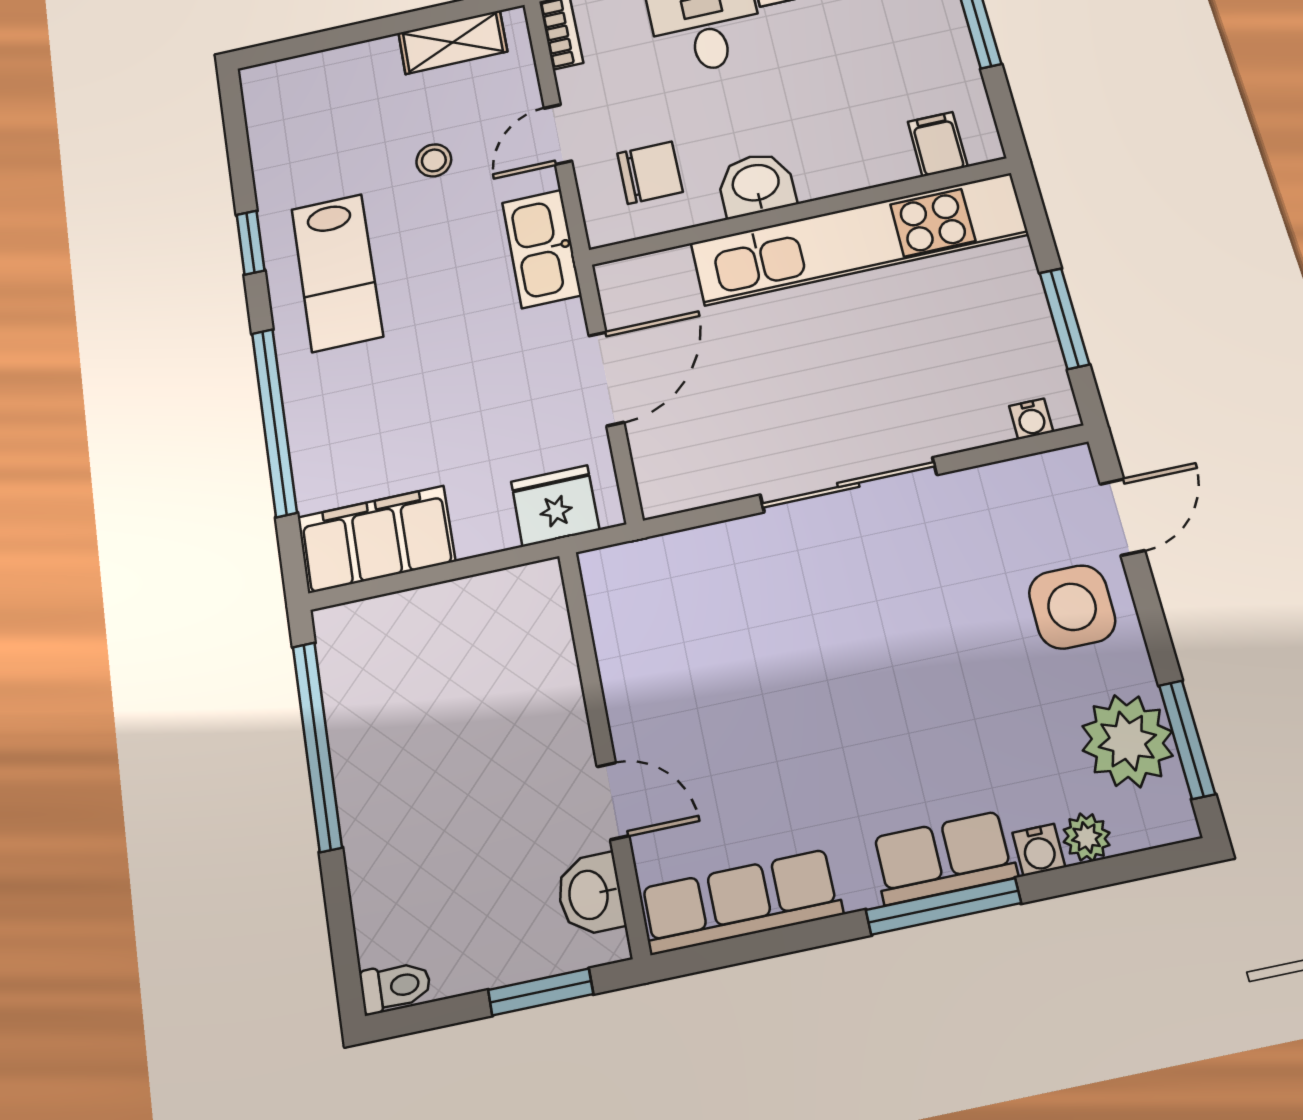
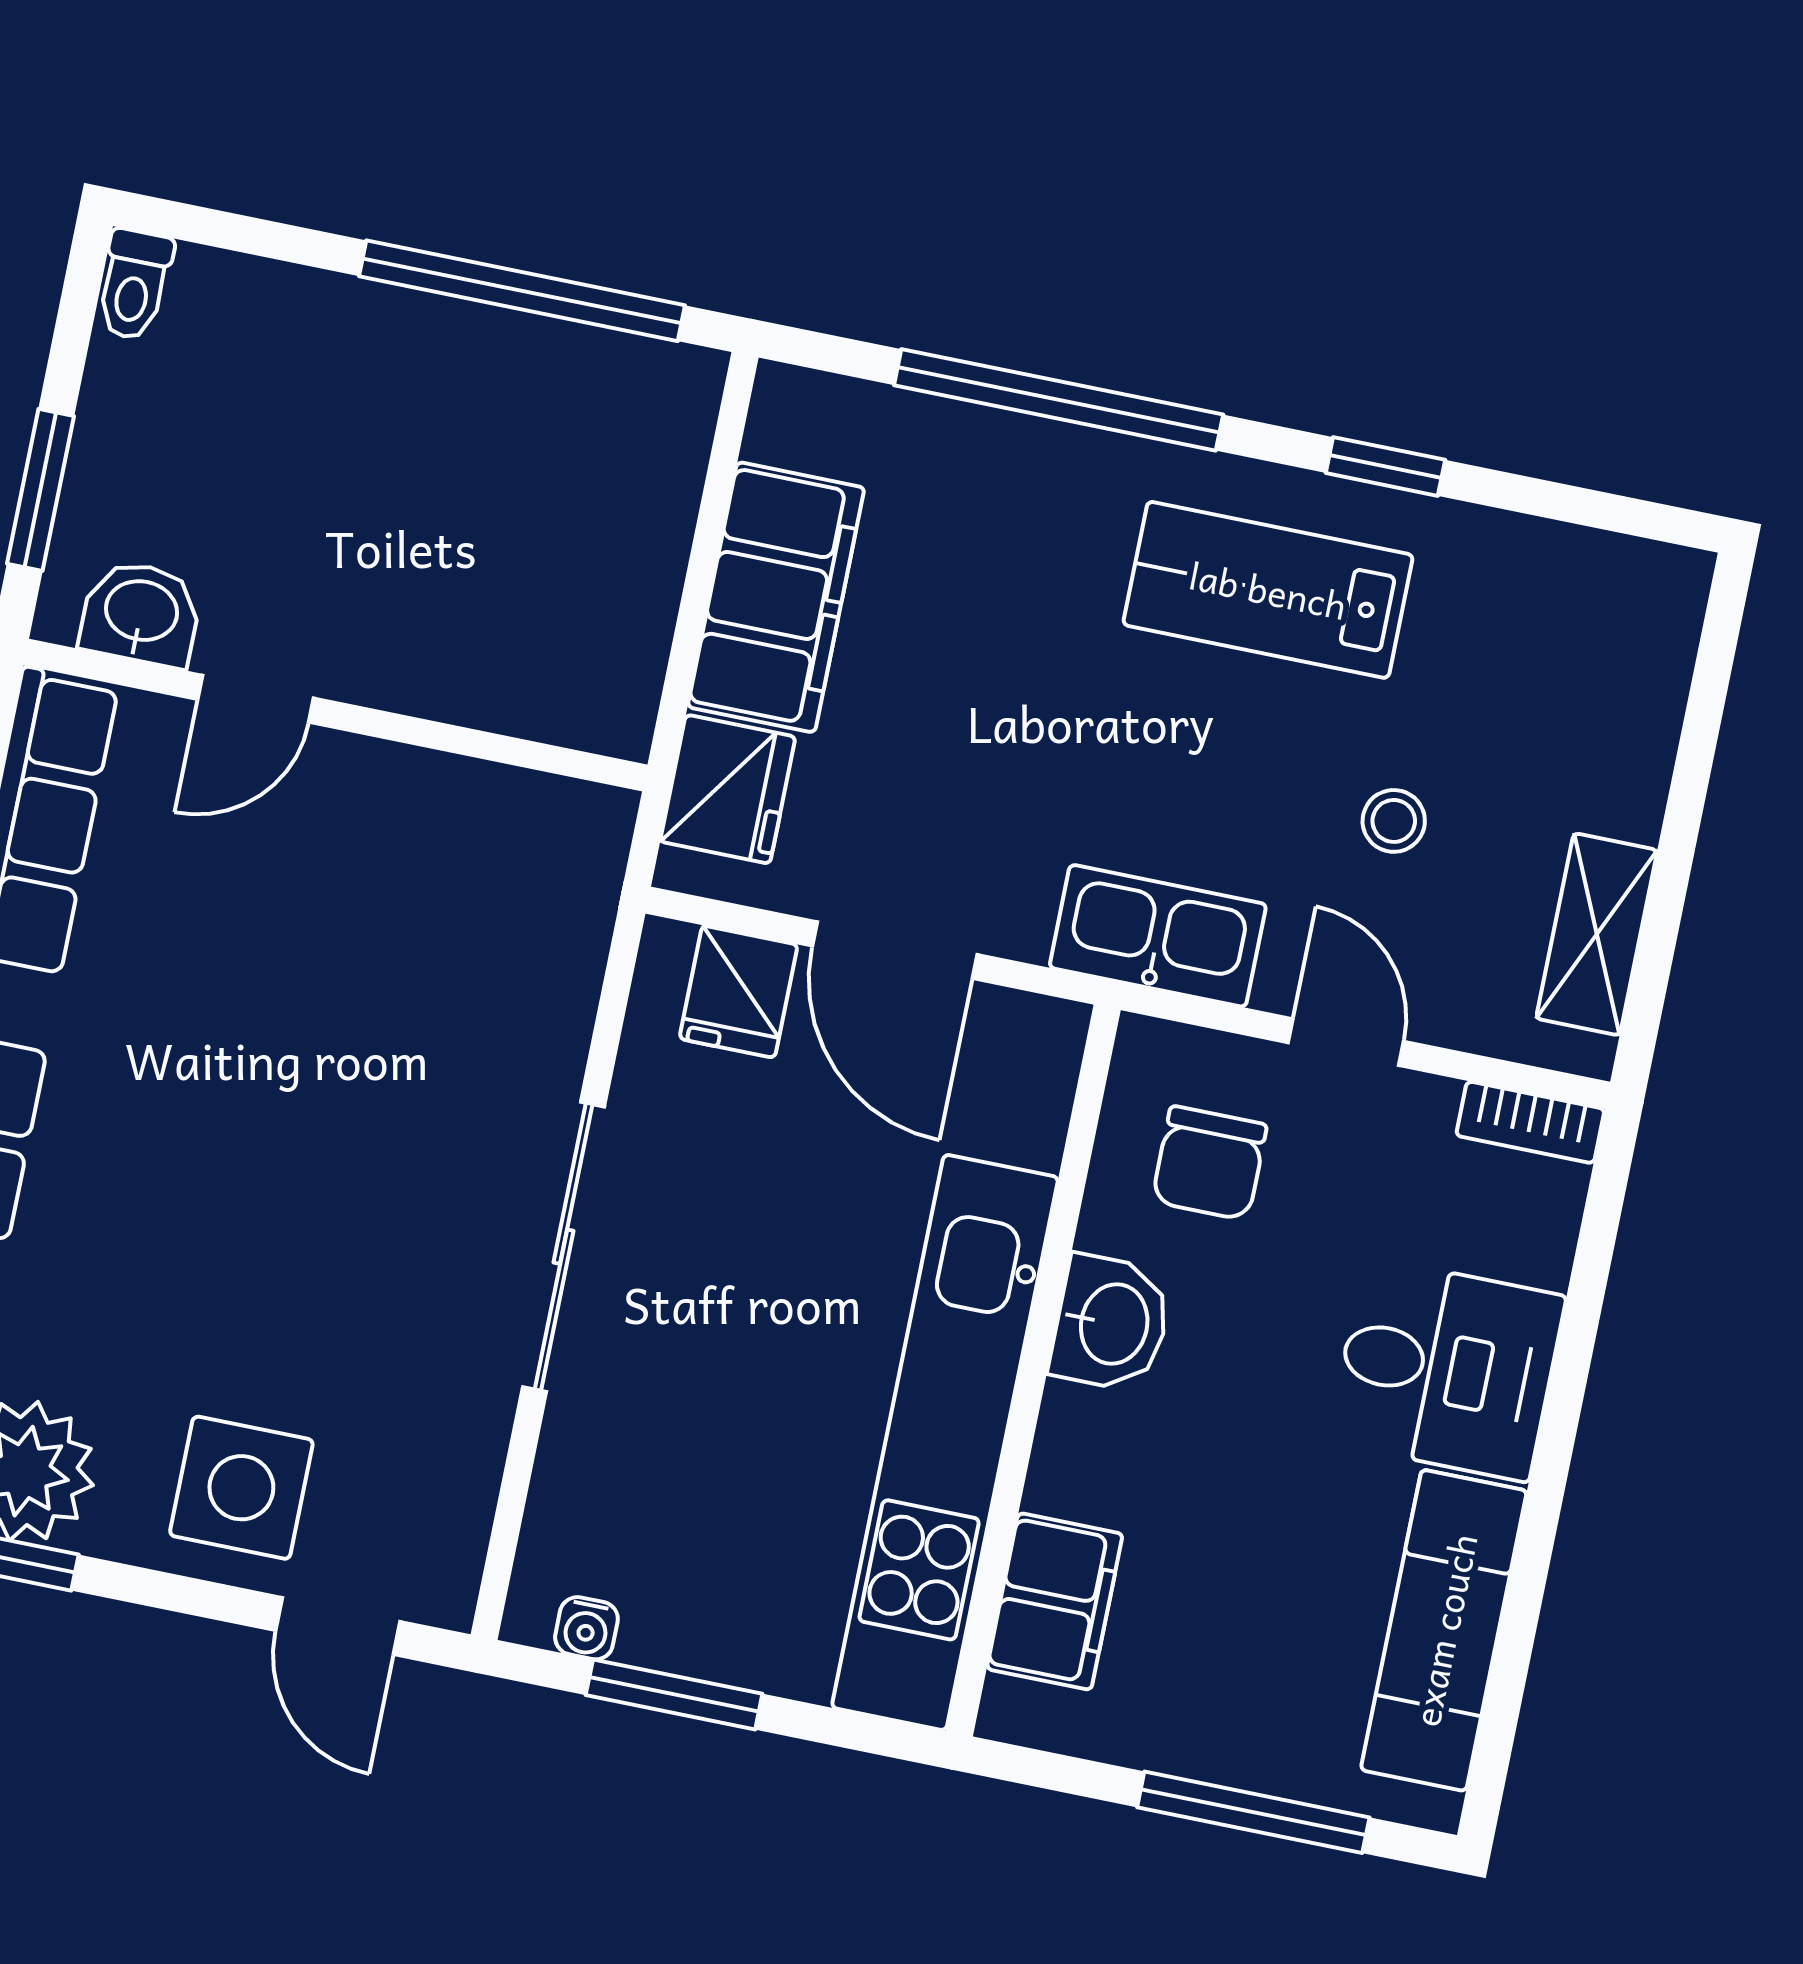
filing cabinet: (938, 144) -> (1055, 1601), width x2.00
water cooler: (1031, 419) -> (586, 1628), moved, turned -90
fridge: (665, 451) -> (739, 992), added
filing cabinet: (376, 539) -> (776, 597), moved

